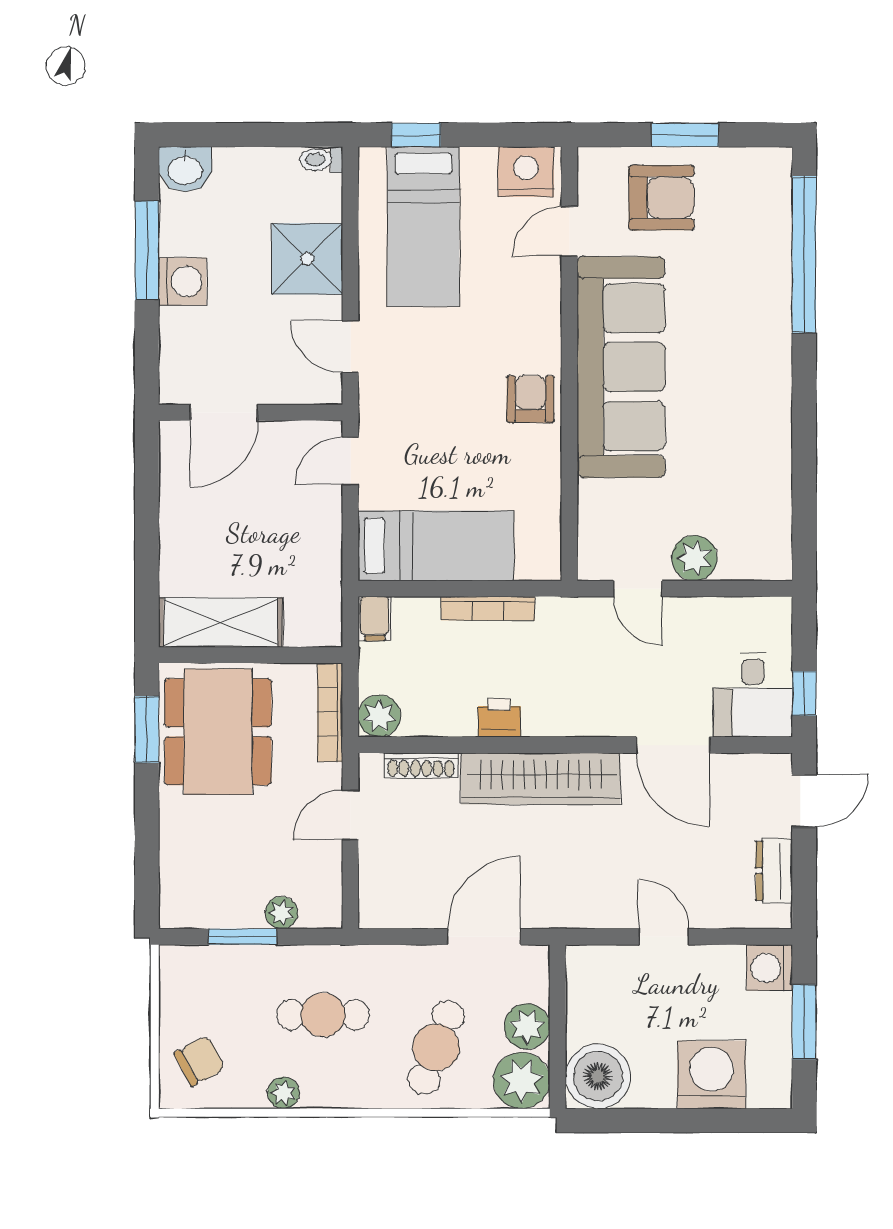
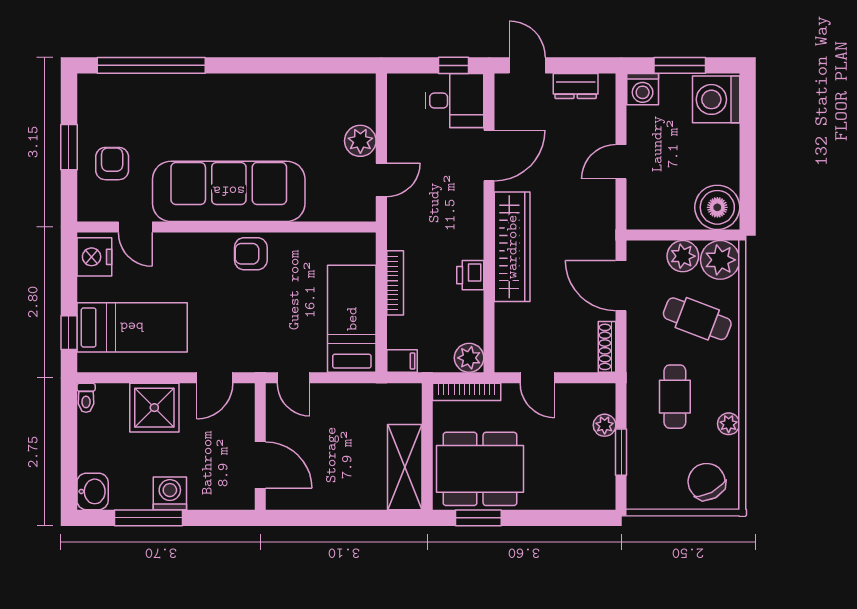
armchair: (661, 198) -> (112, 164), width x0.72, depth x0.72
shoe rack: (421, 765) -> (607, 347), moved, turned 180
chair: (199, 1061) -> (707, 482), width x1.37, depth x1.37
washing machine: (711, 1075) -> (716, 99), moved

